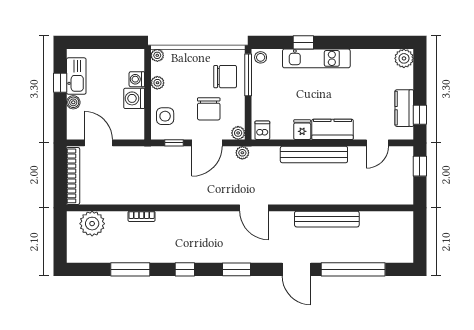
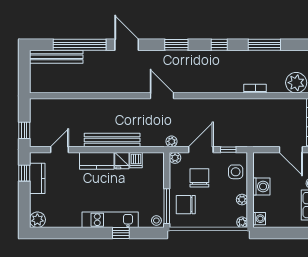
washing machine: (137, 79) -> (259, 219), moved
dishwasher: (262, 130) -> (136, 160), moved
bench: (327, 219) -> (56, 57), moved

